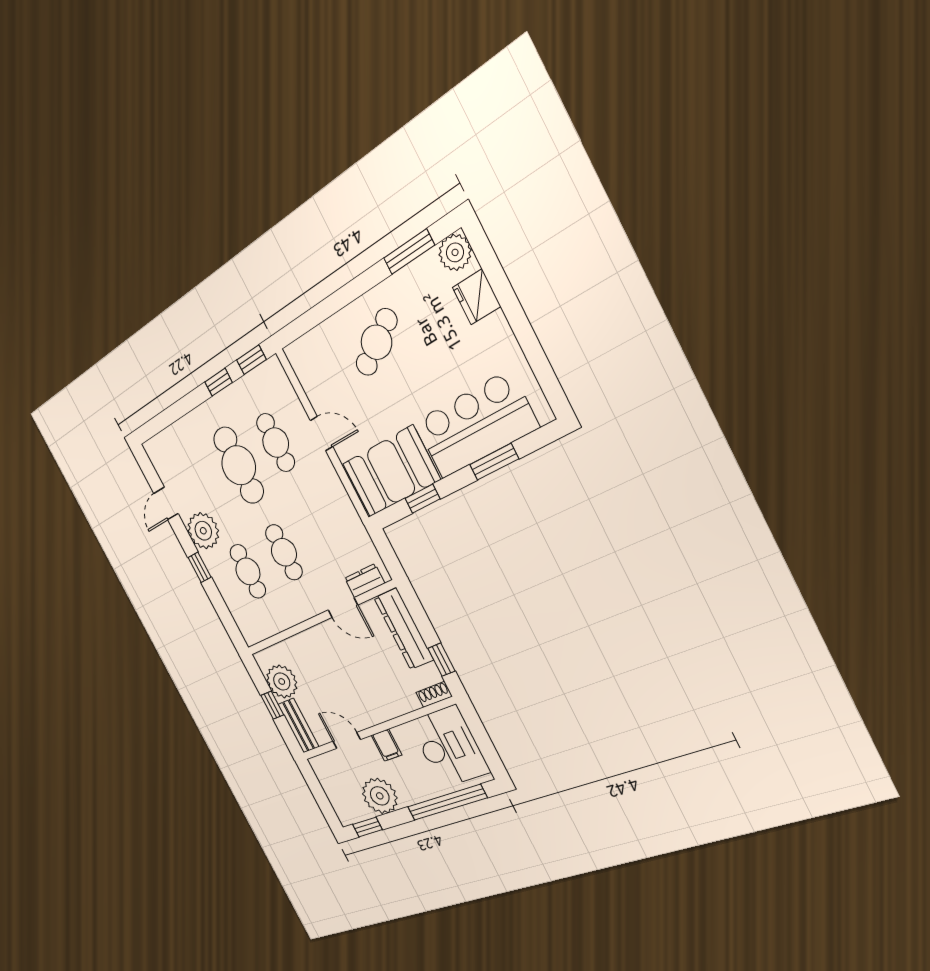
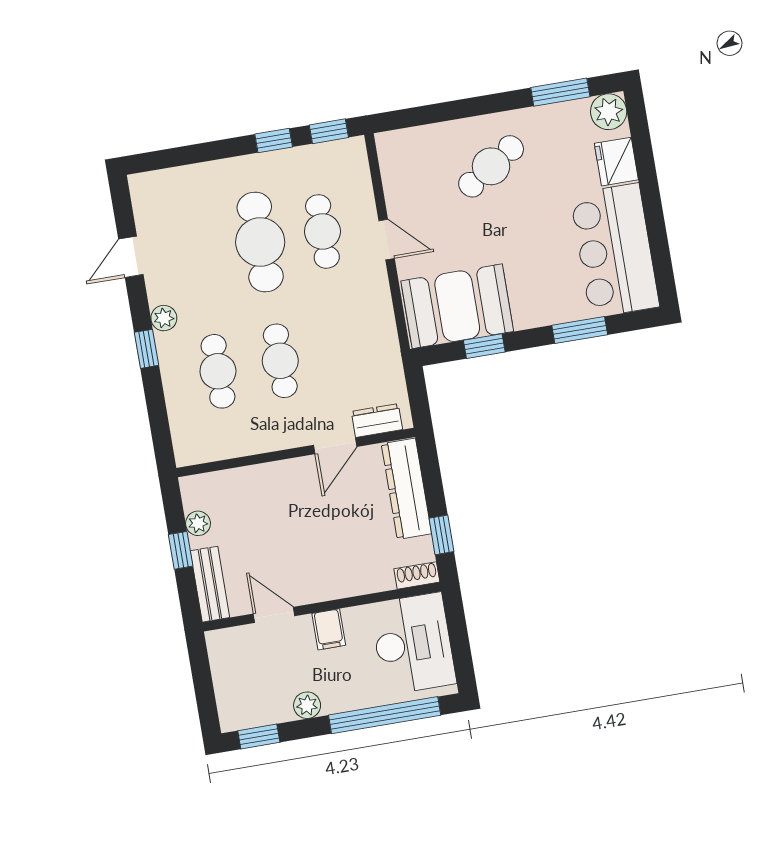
bar counter: (476, 425) -> (615, 250), moved, turned -90
plant: (203, 531) -> (164, 318), width x0.53, depth x0.53
door: (343, 608) -> (335, 446), hinge flipped
plant: (282, 681) -> (198, 523), width x0.53, depth x0.53
plant: (380, 796) -> (307, 705), width x0.53, depth x0.53

